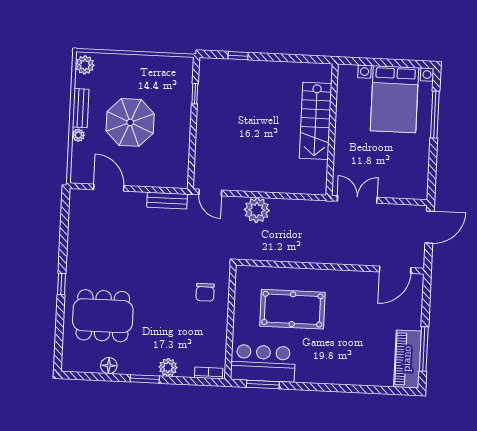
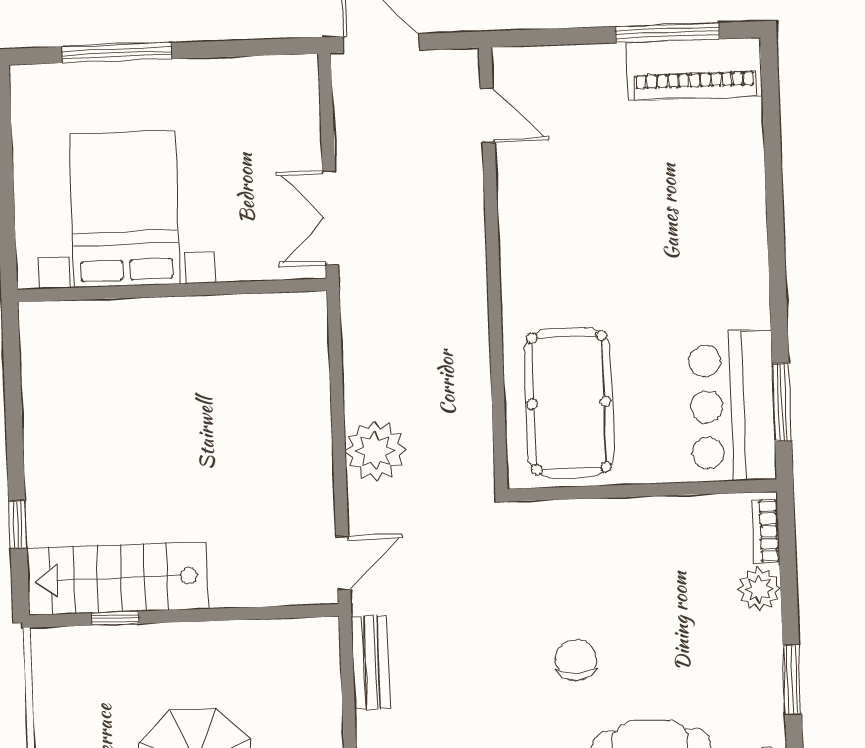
bed with nightstands: (394, 99) -> (125, 209), moved, turned -90
stairs: (316, 121) -> (117, 578), moved, turned 180
door: (395, 270) -> (488, 115), width x0.73
chair: (205, 292) -> (576, 660), moved, turned -90
pool table: (292, 309) -> (569, 403), moved
plant: (168, 367) -> (759, 589), moved

